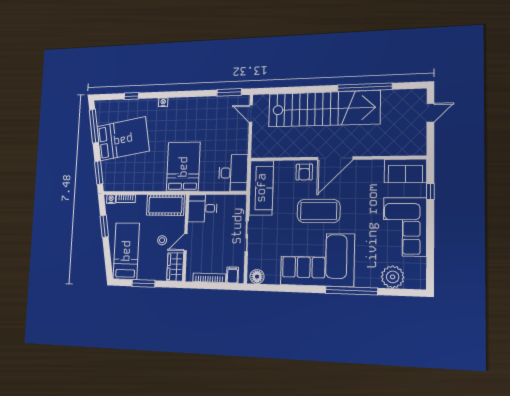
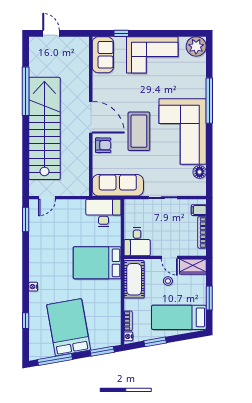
floor lamp: (257, 277) -> (200, 172), moved
plant: (393, 277) -> (196, 46), moved

